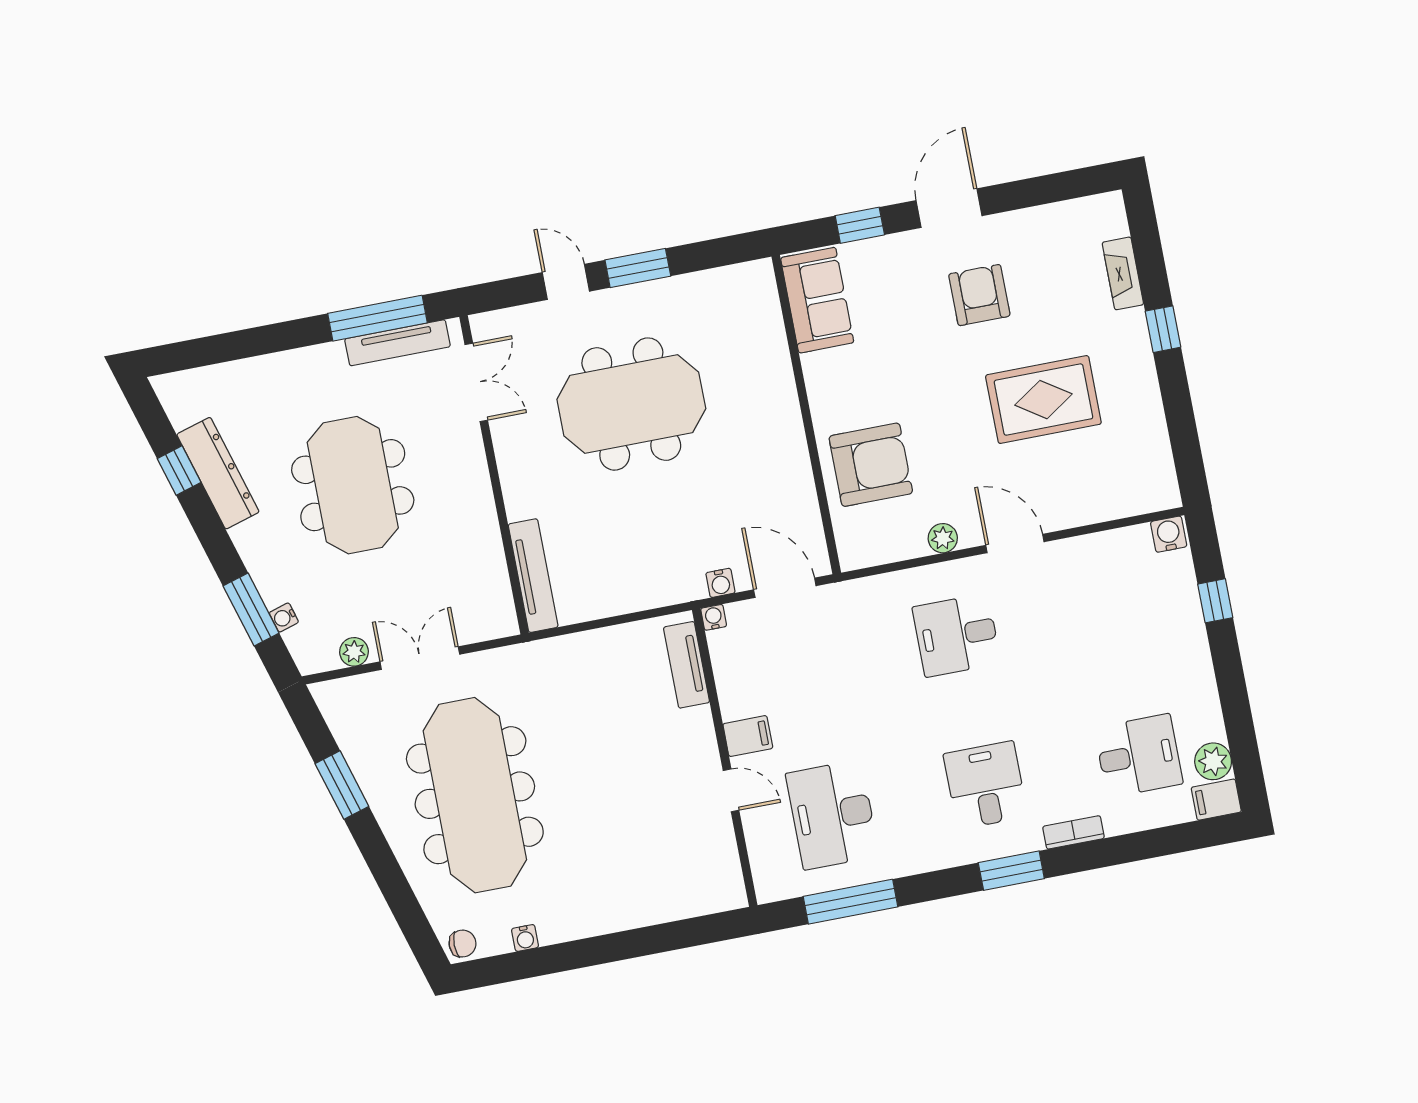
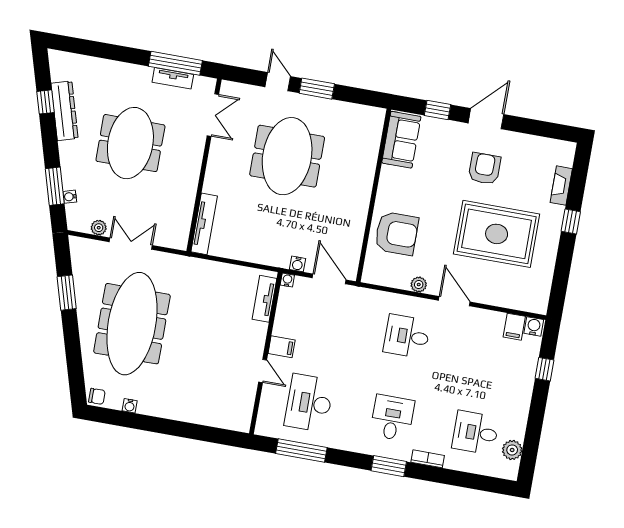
tv unit: (398, 343) -> (173, 78), width x0.71
rug: (1043, 400) -> (497, 234), width x1.37, depth x1.44
meeting table: (631, 404) -> (287, 156), turned 90
desk: (1139, 756) -> (475, 433), turned 180
filing cabinet: (1216, 800) -> (514, 327), moved, turned -90

